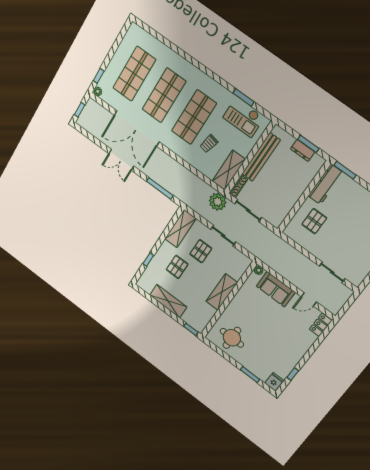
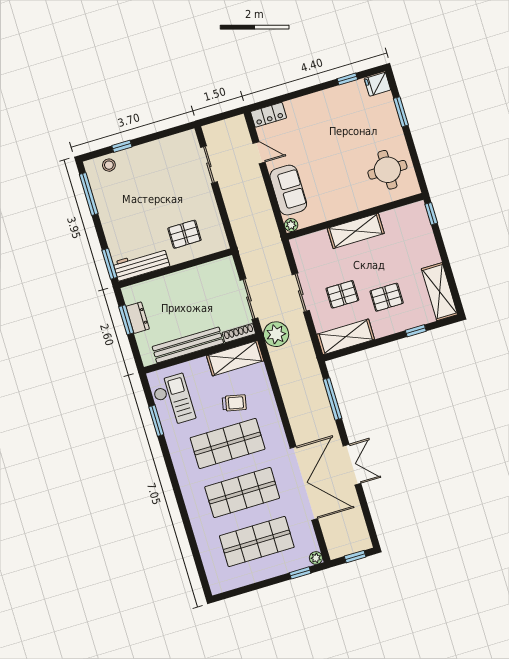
shelving: (168, 301) -> (440, 292), moved

